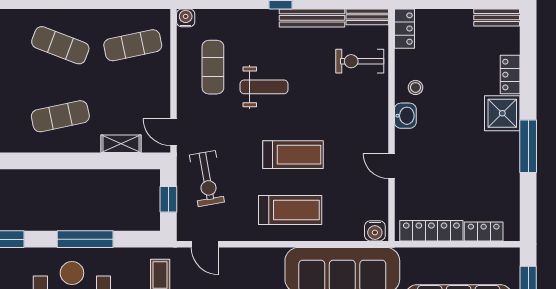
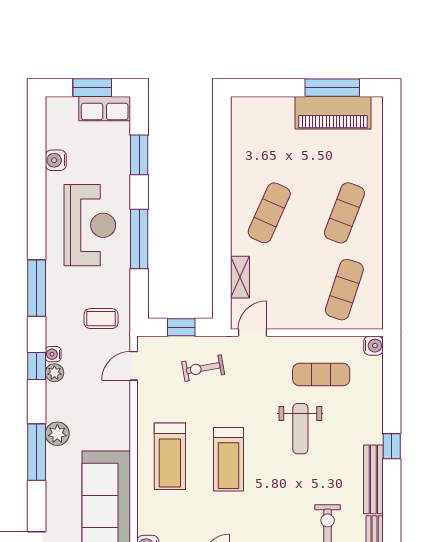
exercise mat: (133, 45) -> (344, 290), turned 30
exercise mat: (60, 116) -> (269, 213), turned 36
exercise bike: (207, 179) -> (203, 368), width x0.73, depth x0.72

